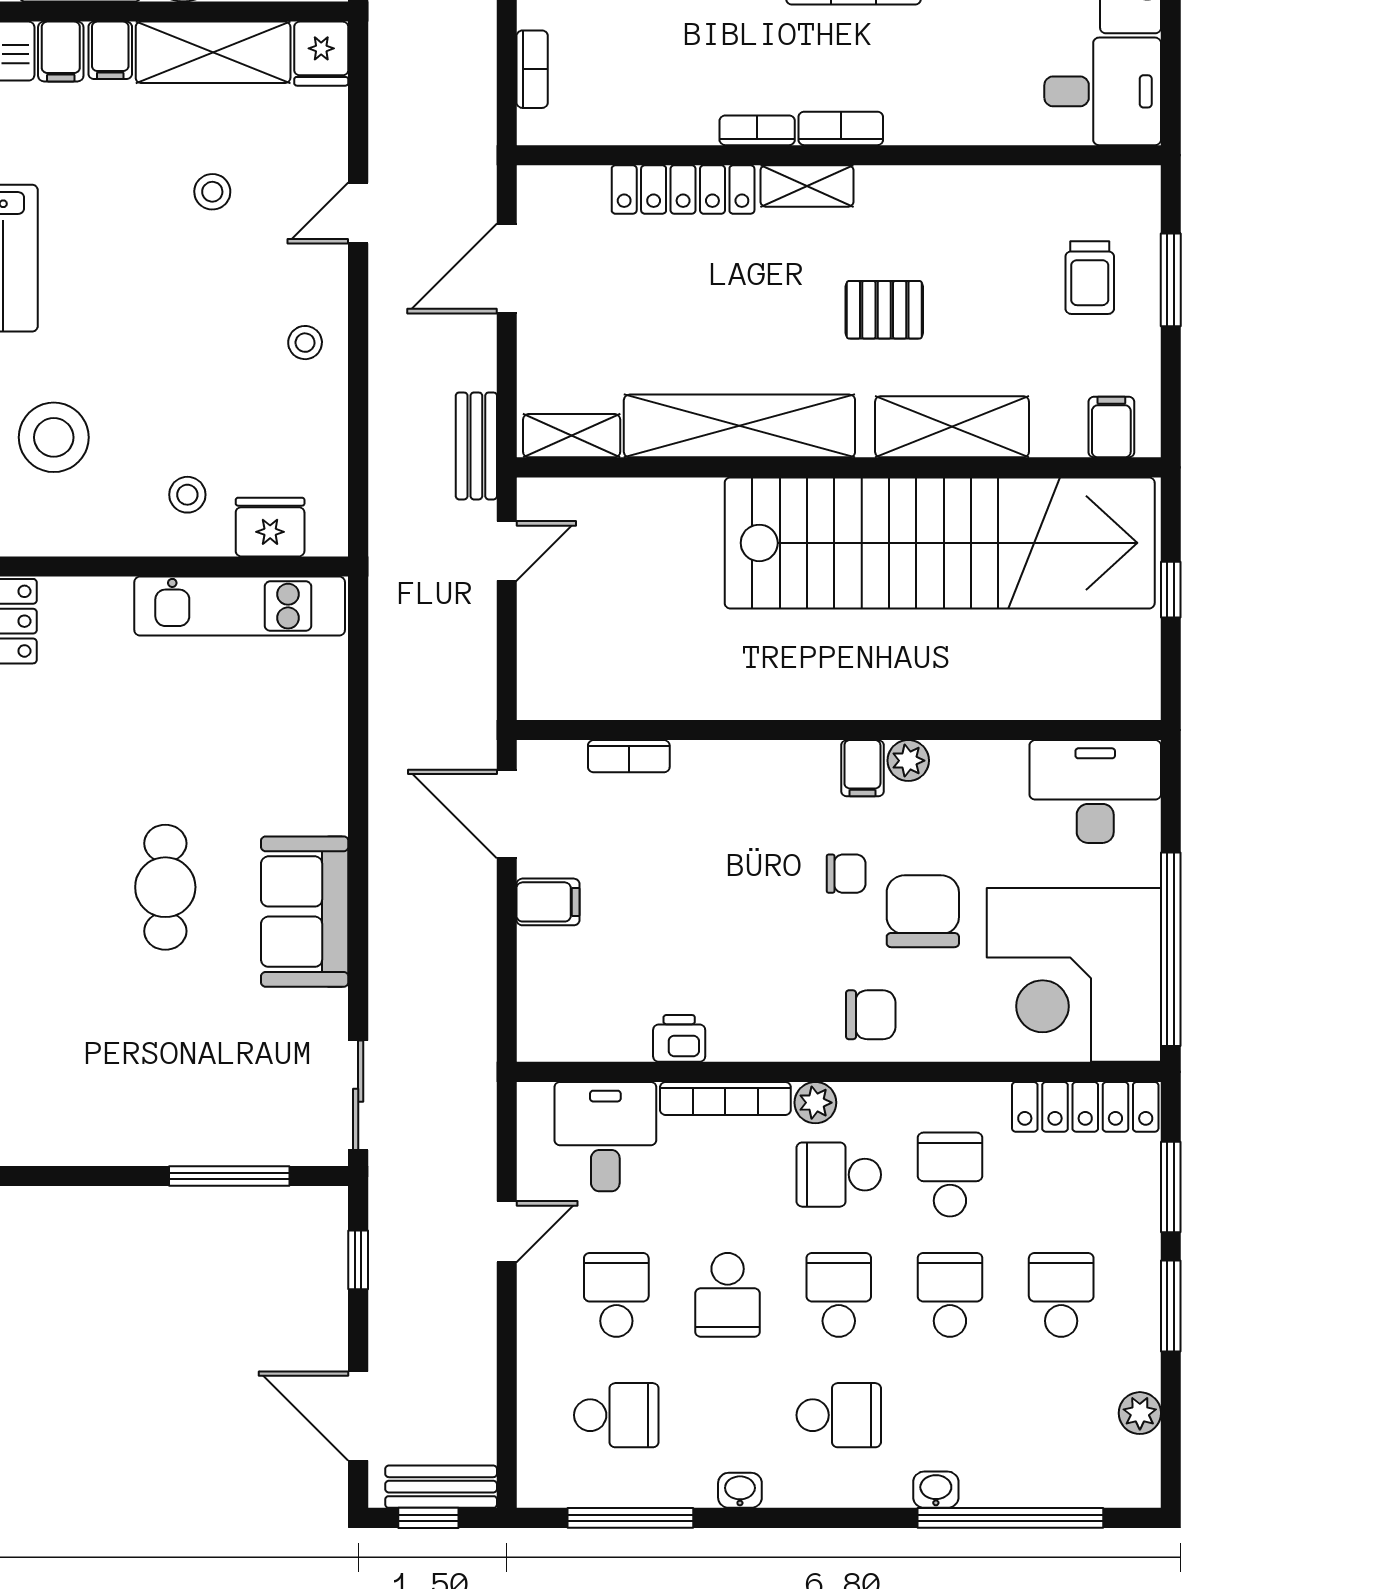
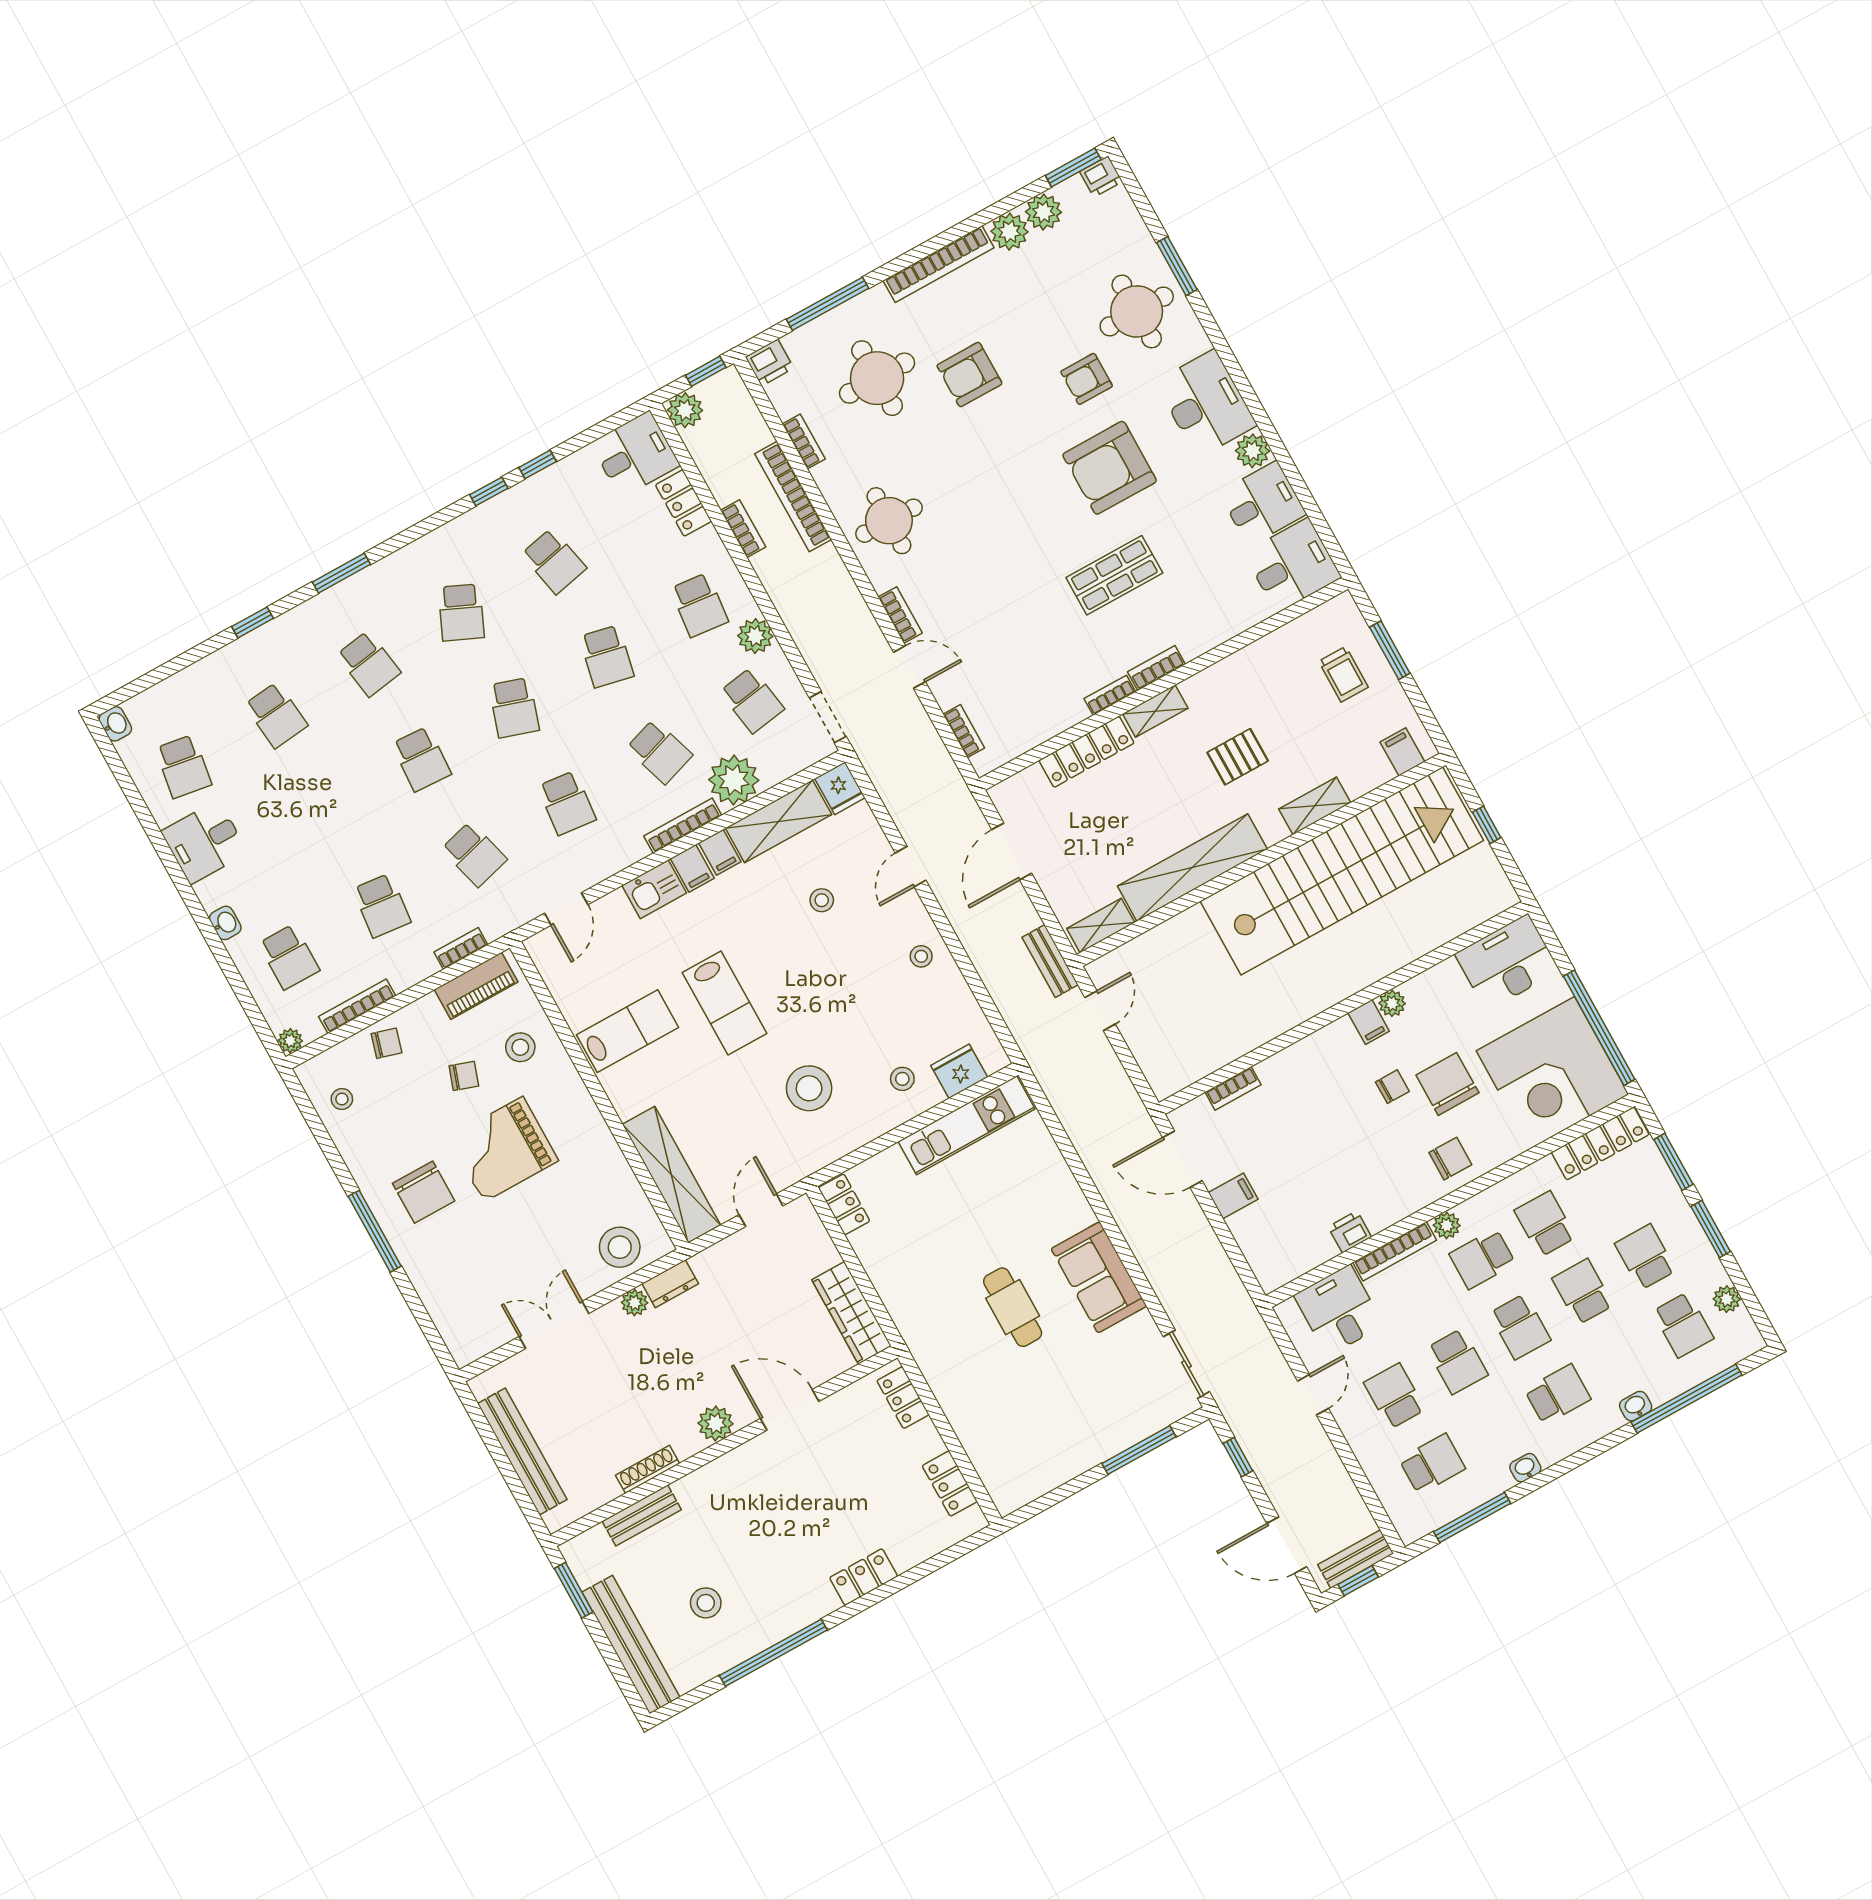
shelving: (952, 427) -> (1315, 806), width x0.67, depth x0.75
school desk: (839, 1295) -> (1520, 1327), turned 180
school desk: (1061, 1415) -> (1683, 1325), added

